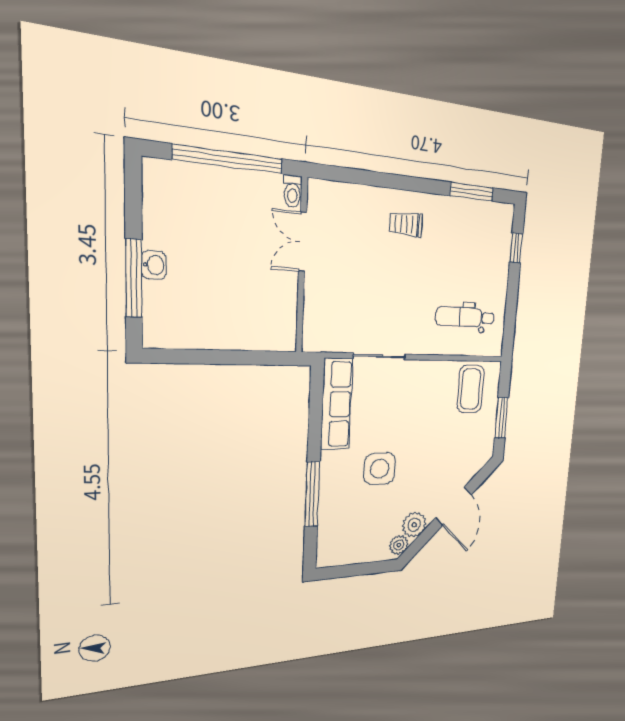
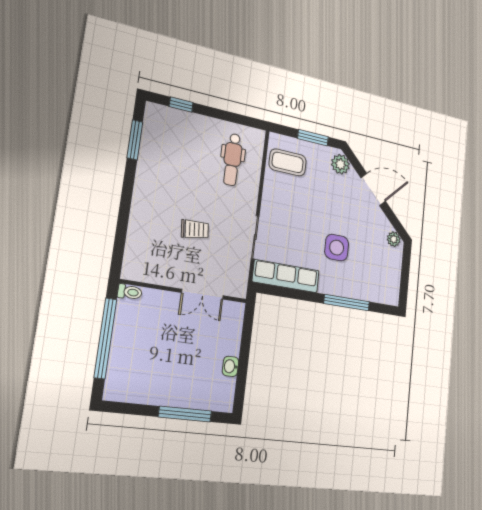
trolley: (406, 224) -> (195, 229), moved, turned -96
double door: (303, 242) -> (203, 294), moved
washbasin: (154, 265) -> (231, 366), moved, turned -90
plant: (414, 525) -> (340, 164), moved

